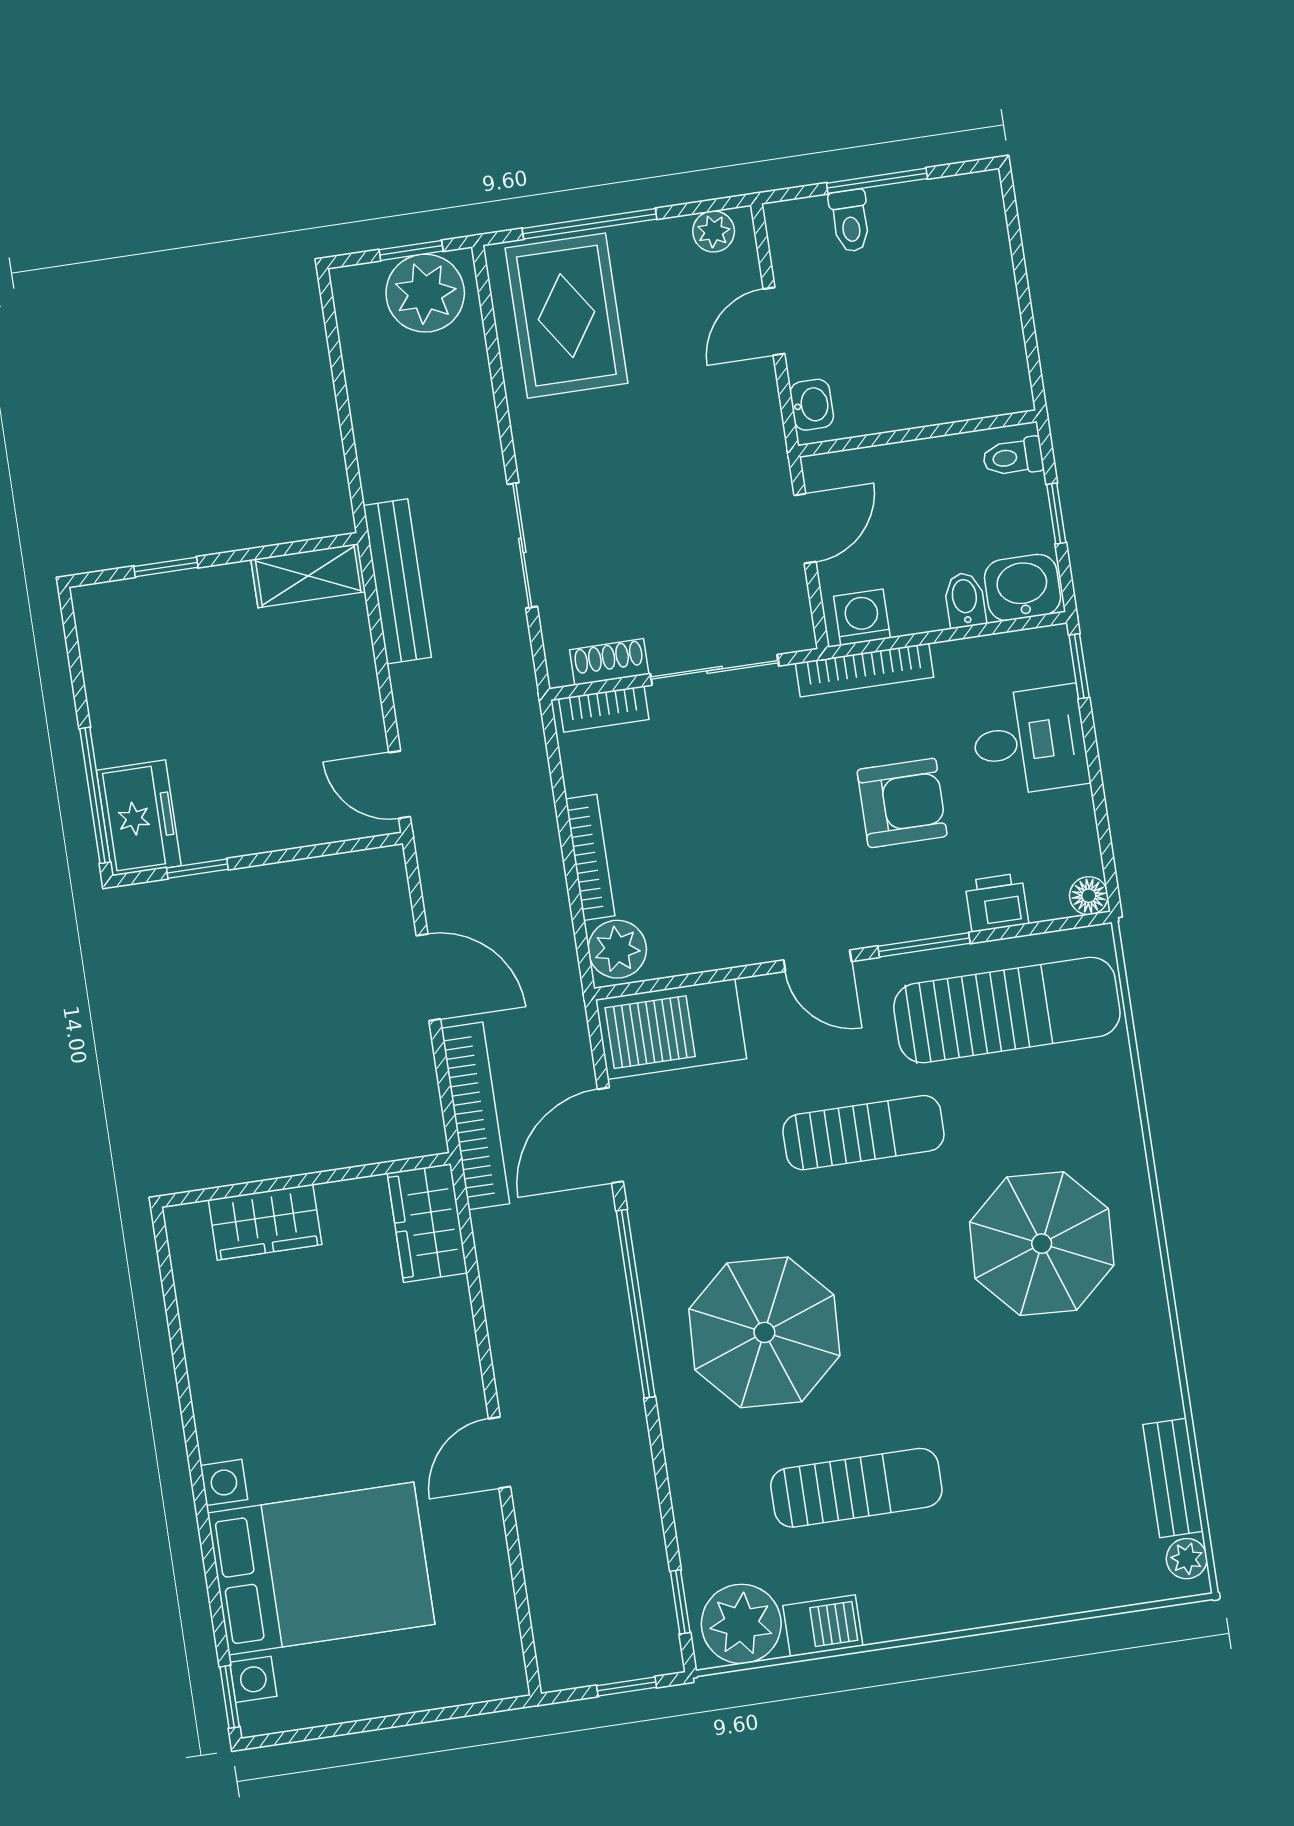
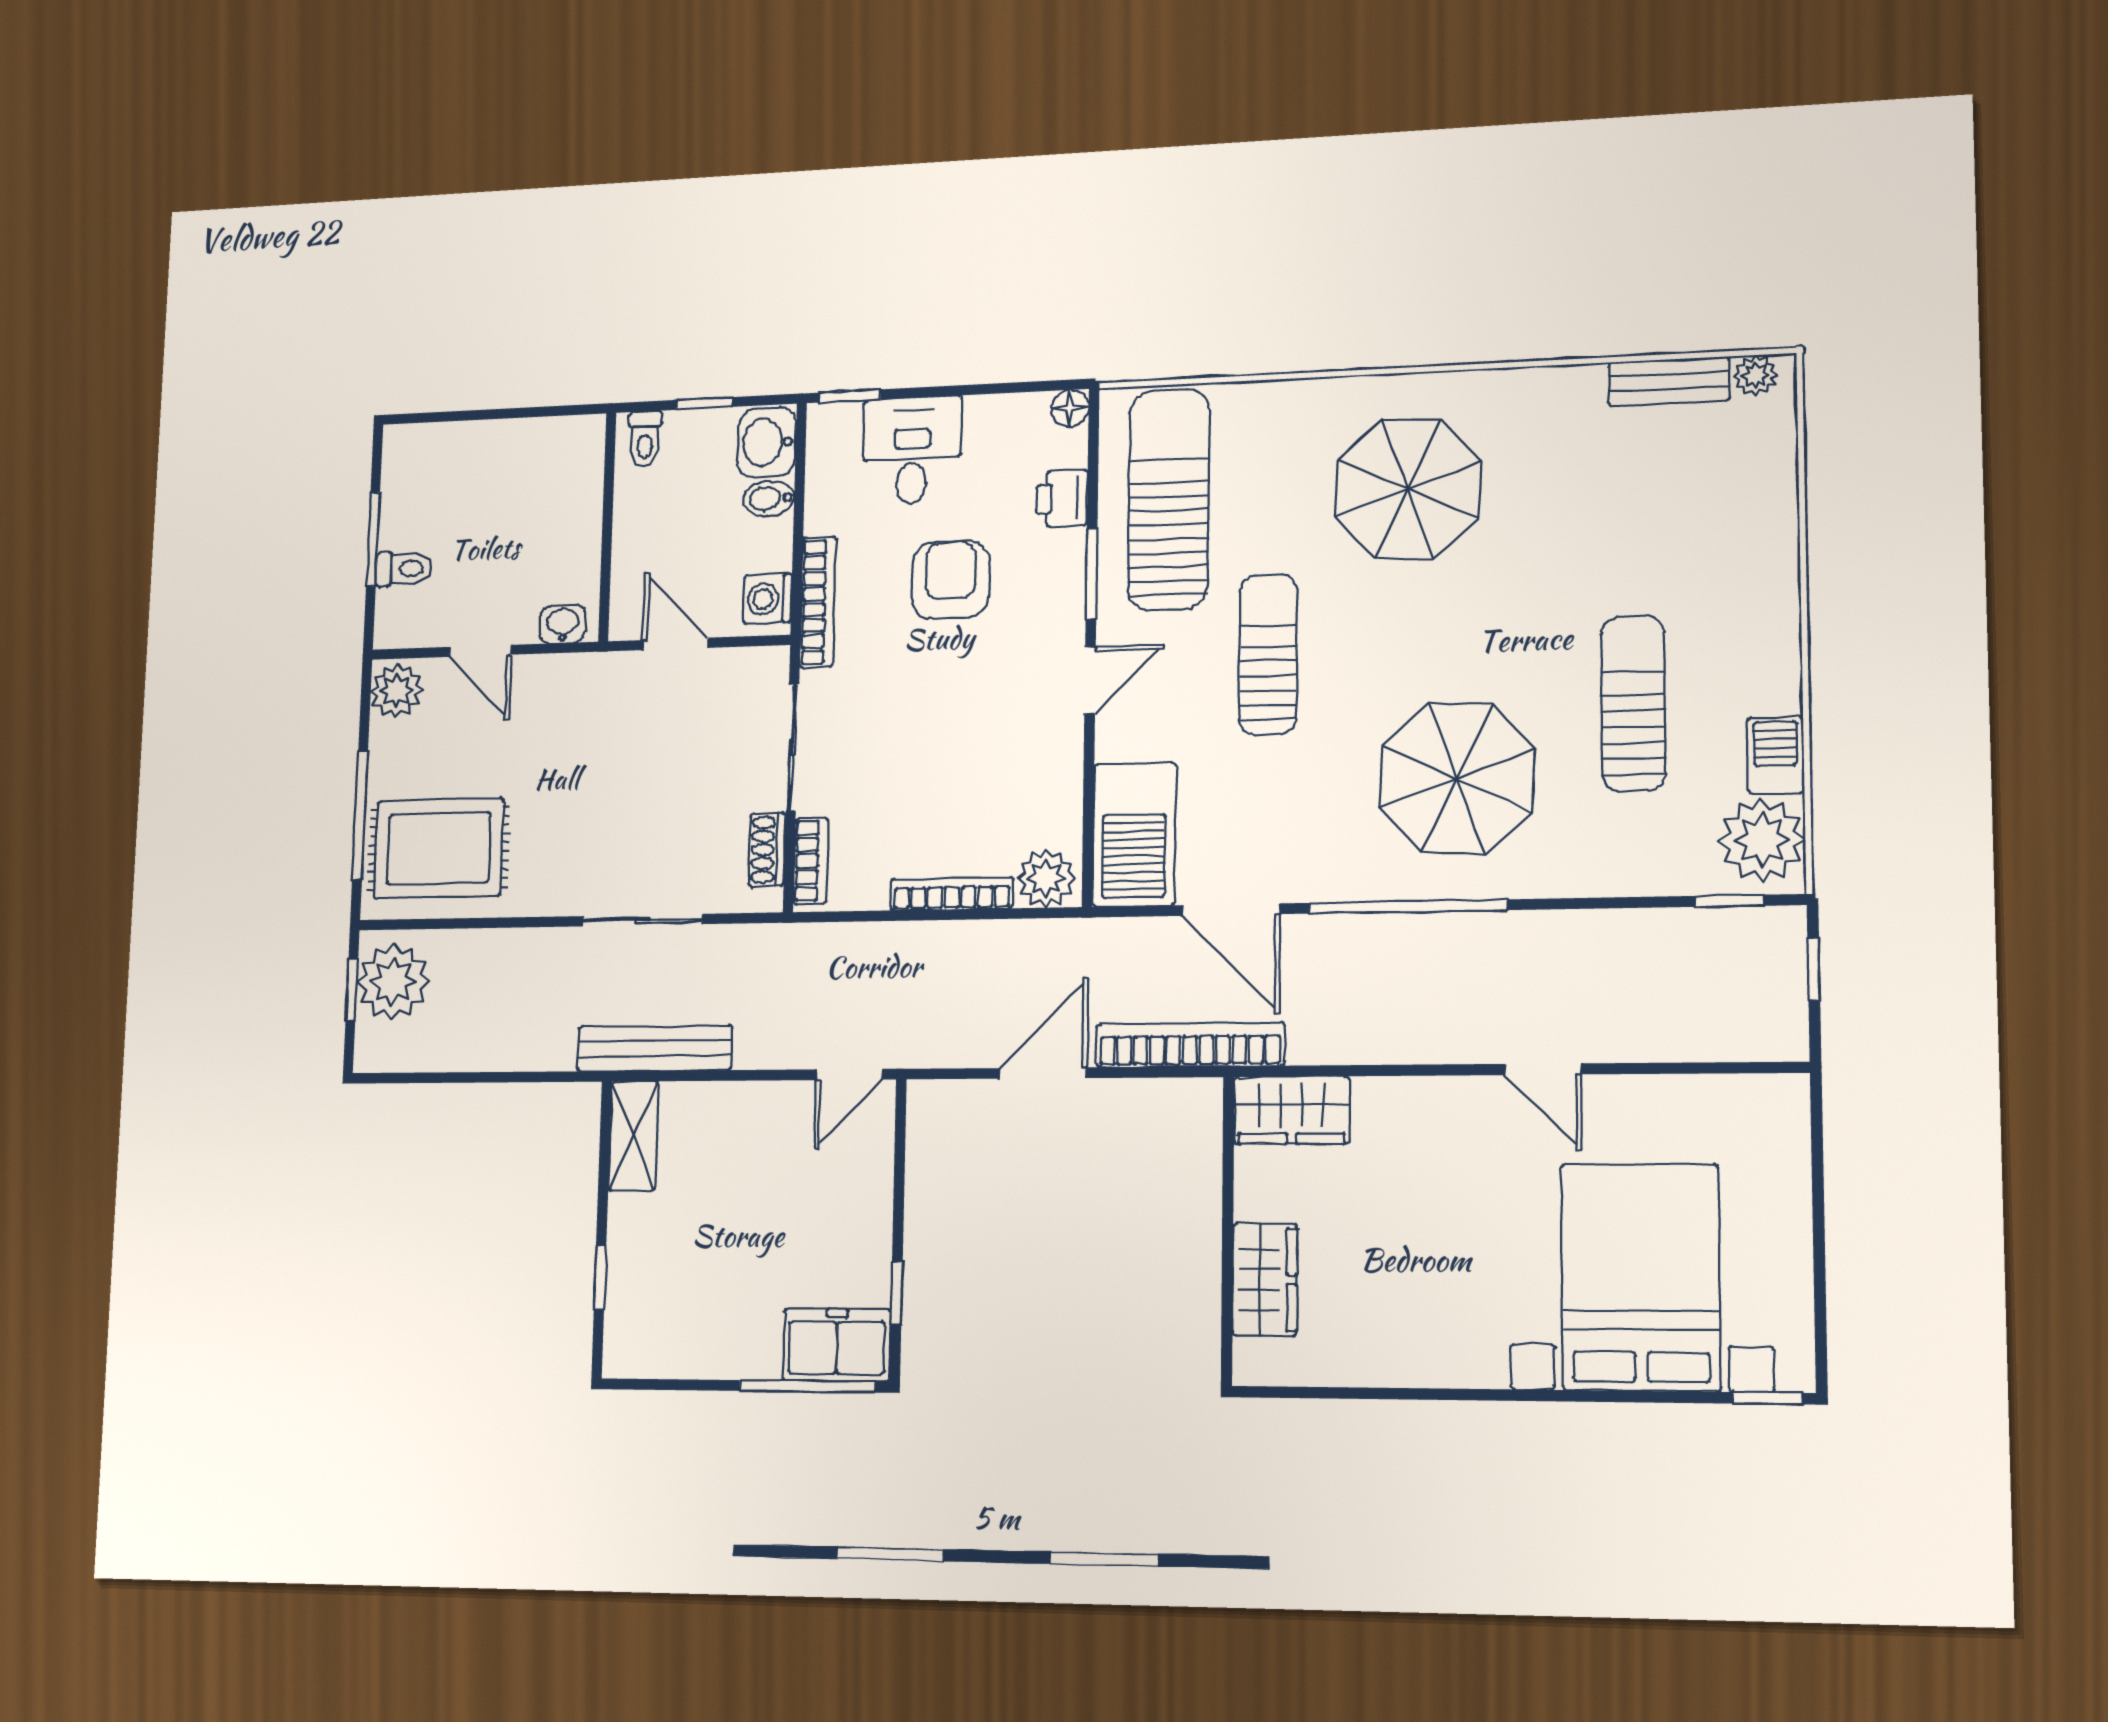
plant: (714, 231) -> (396, 691), width x1.38, depth x1.38

